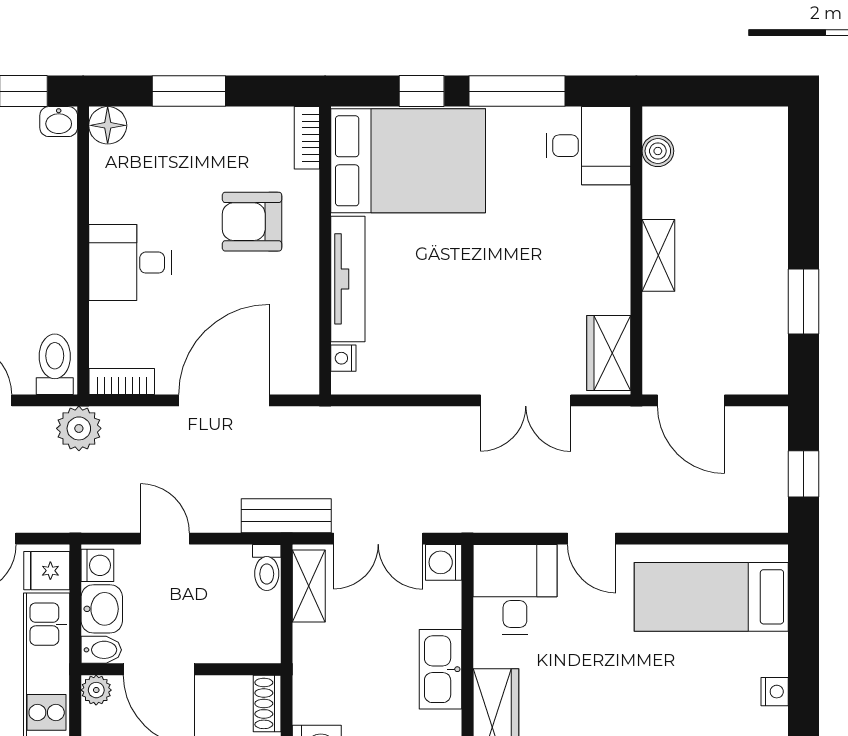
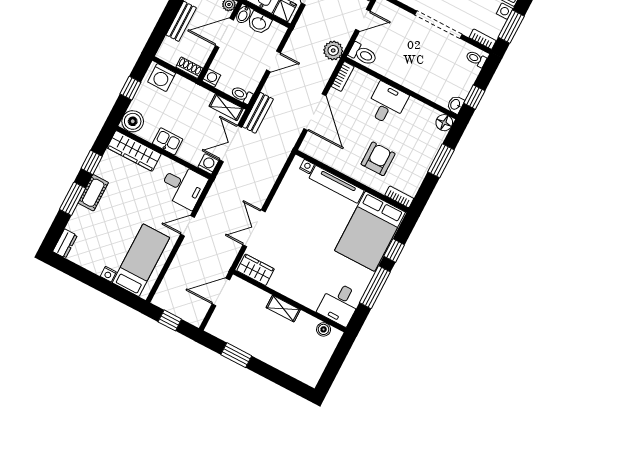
washing machine: (97, 565) -> (211, 78), moved, turned 180
kitchen sink: (441, 669) -> (168, 141), width x0.73
nightstand: (775, 692) -> (108, 274), moved

